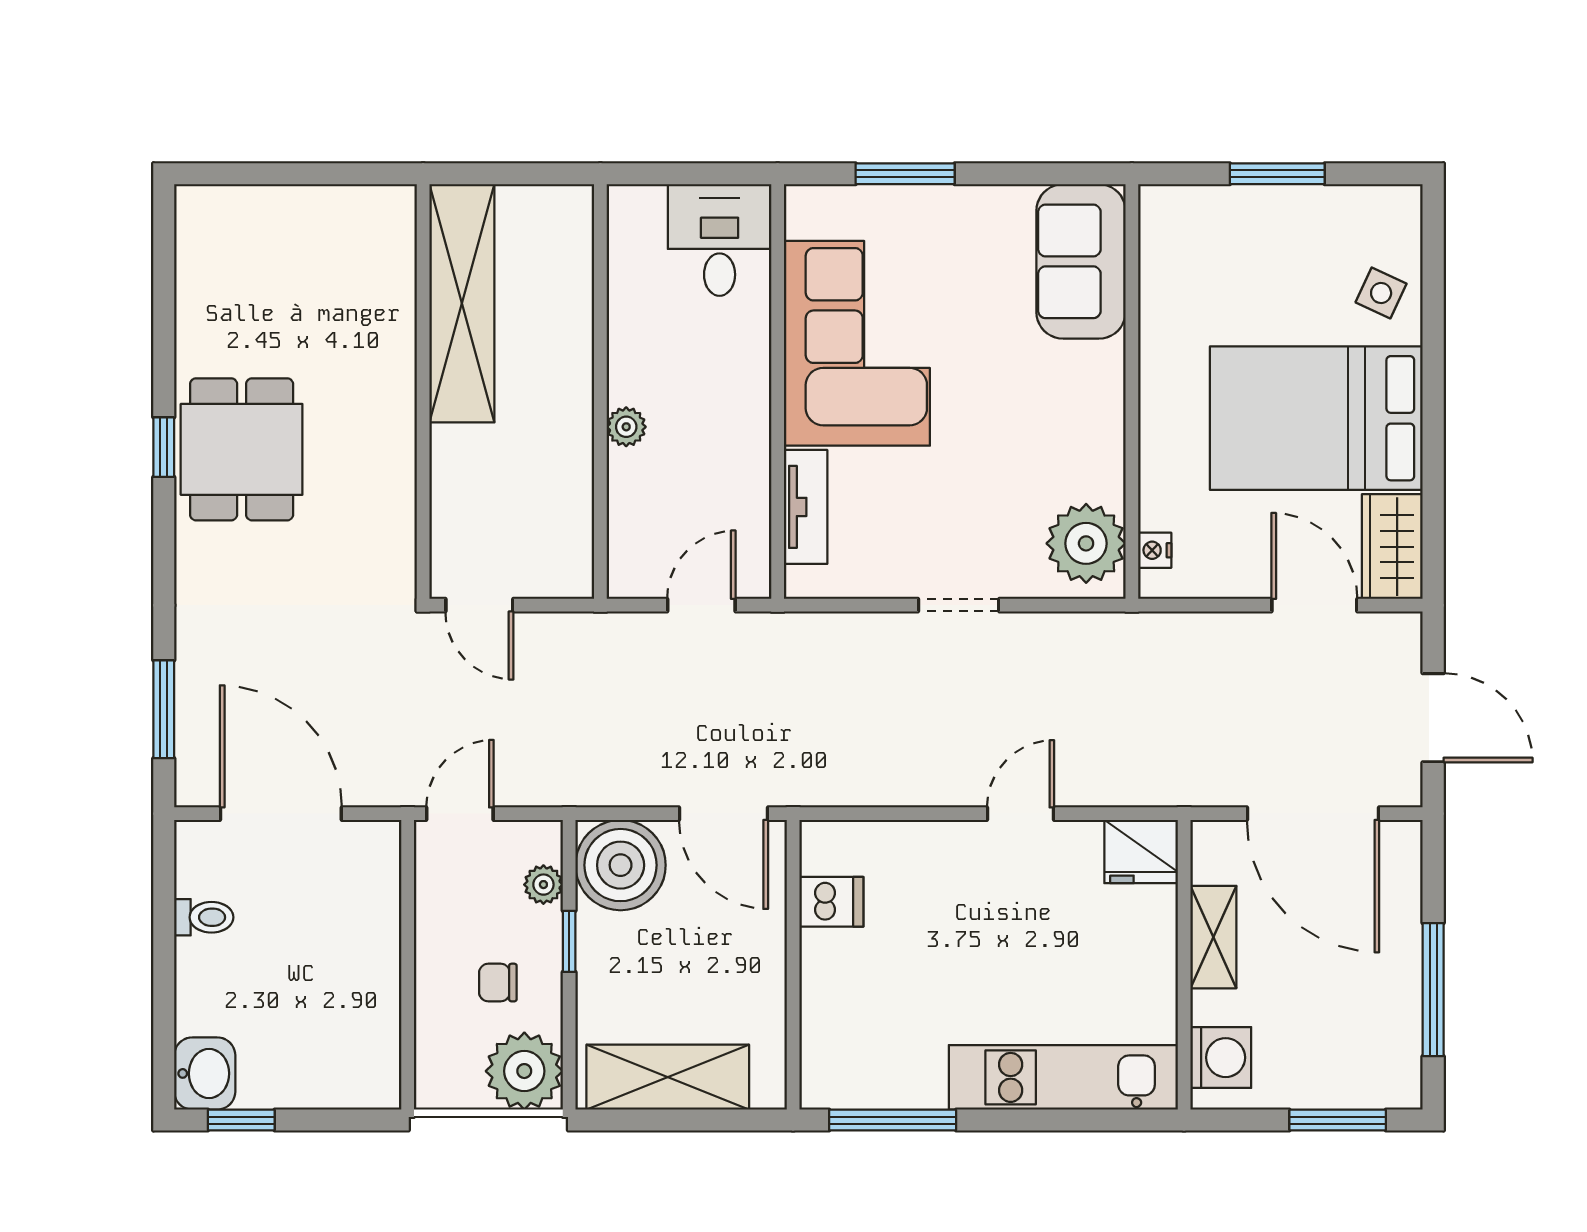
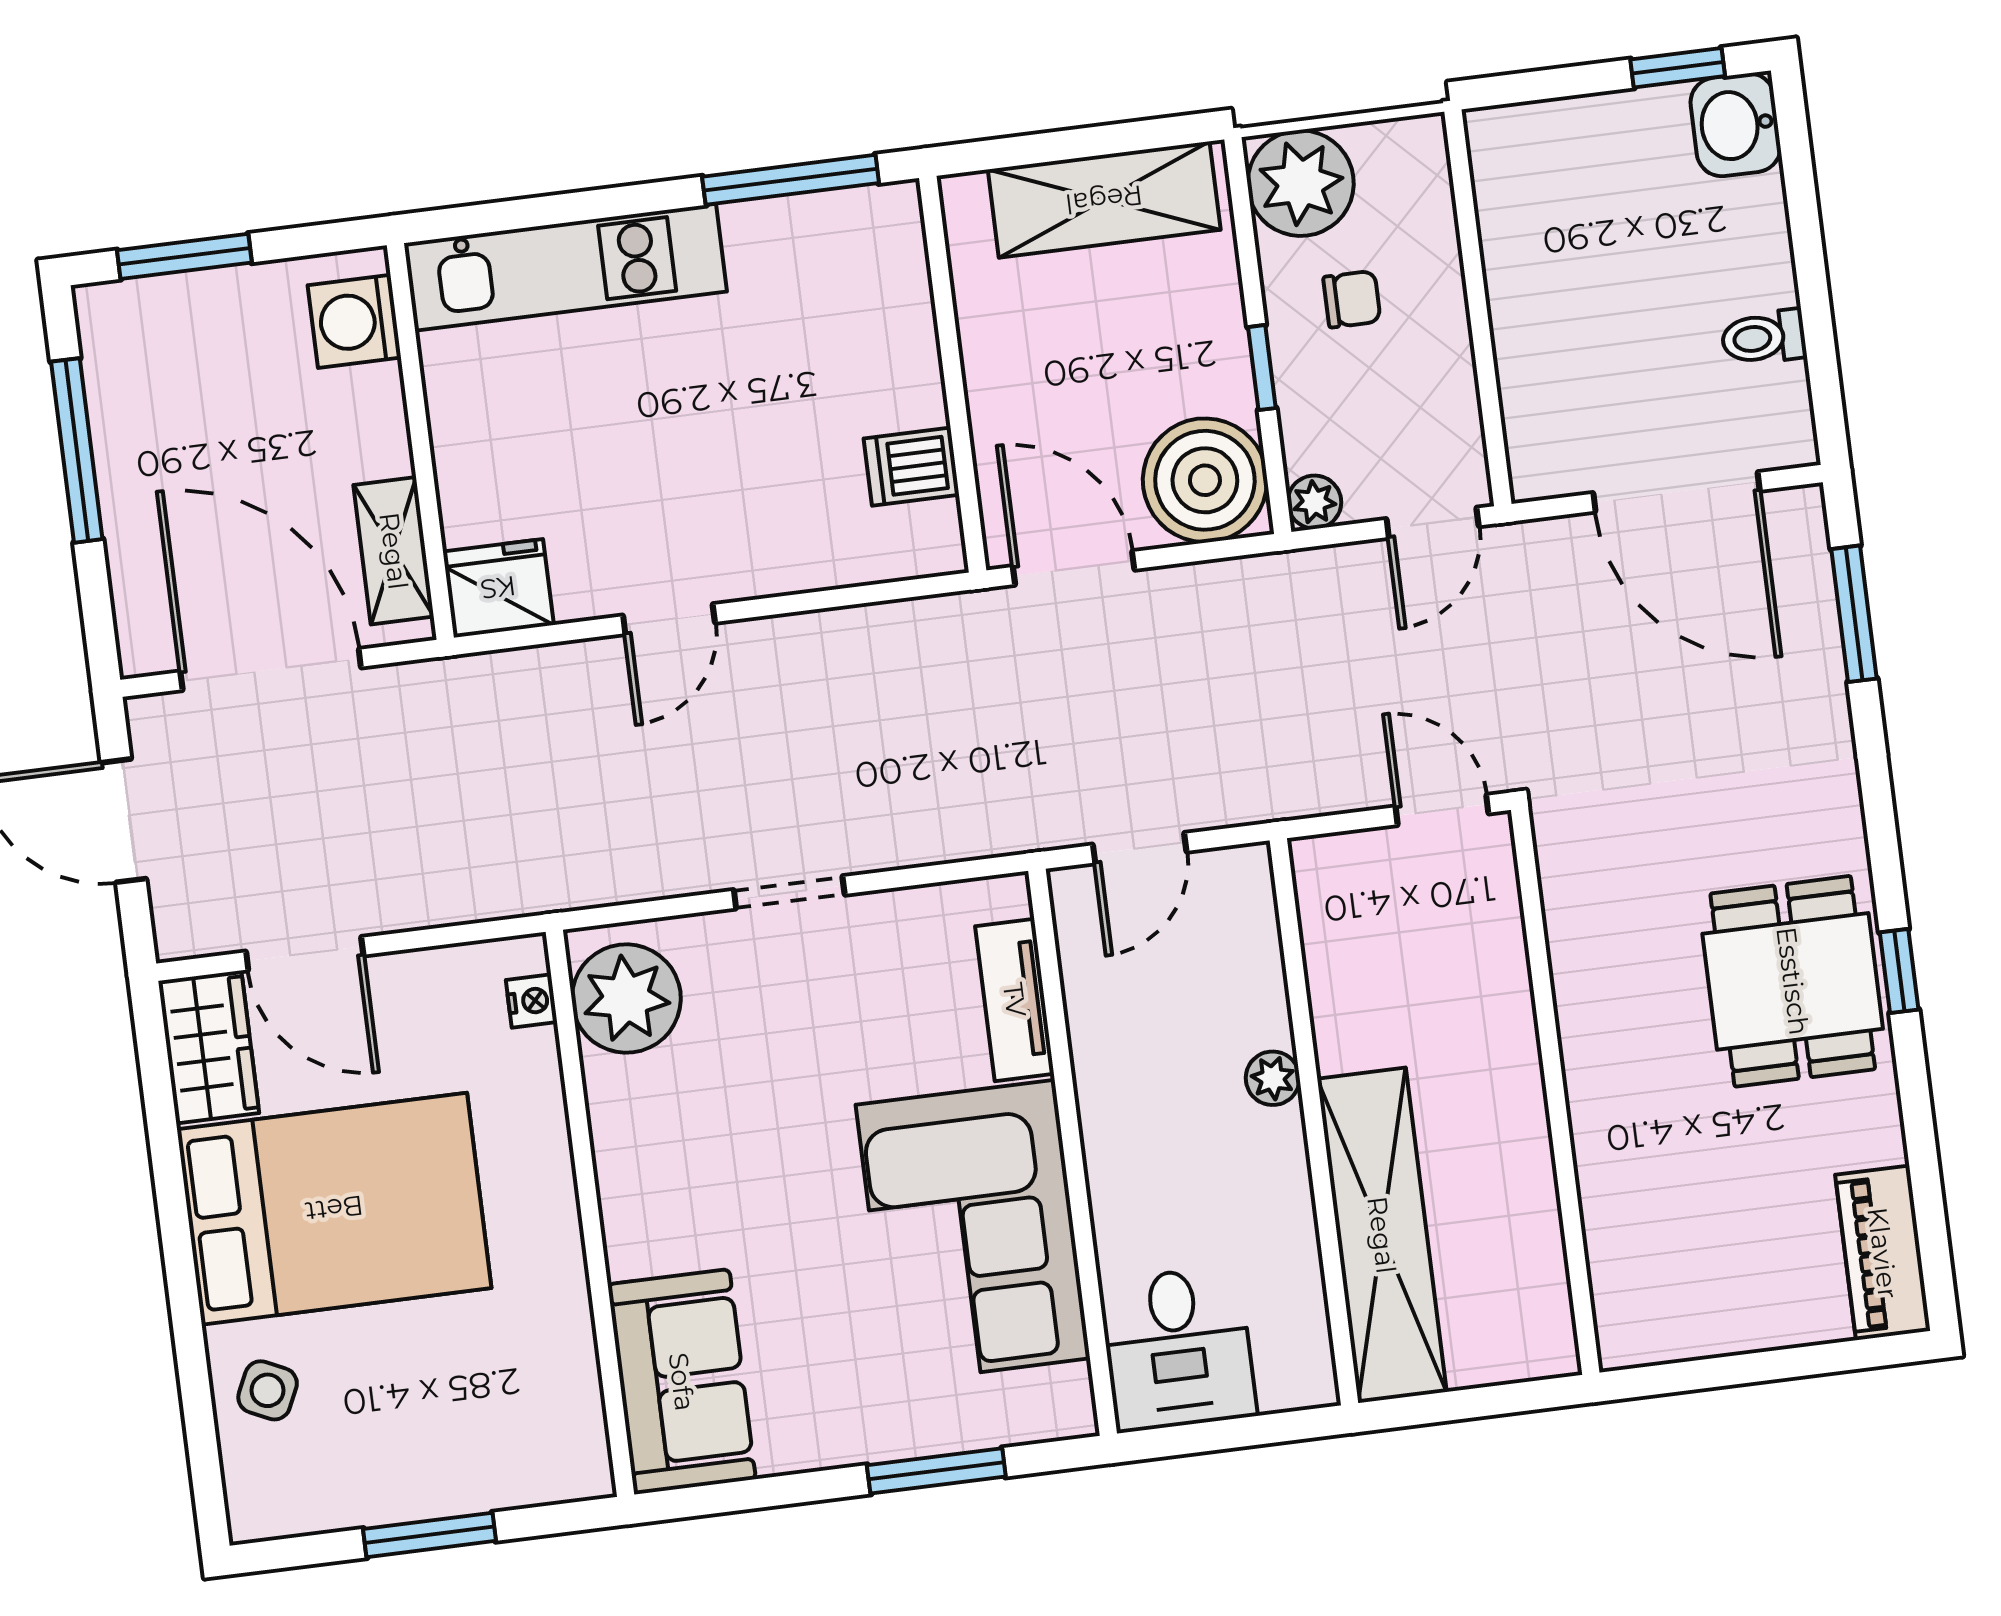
piano: (201, 245) -> (1883, 1253), added
shelving: (462, 303) -> (1382, 1235), moved
plant: (543, 885) -> (1314, 502), moved
shelving: (1213, 937) -> (394, 551), moved

